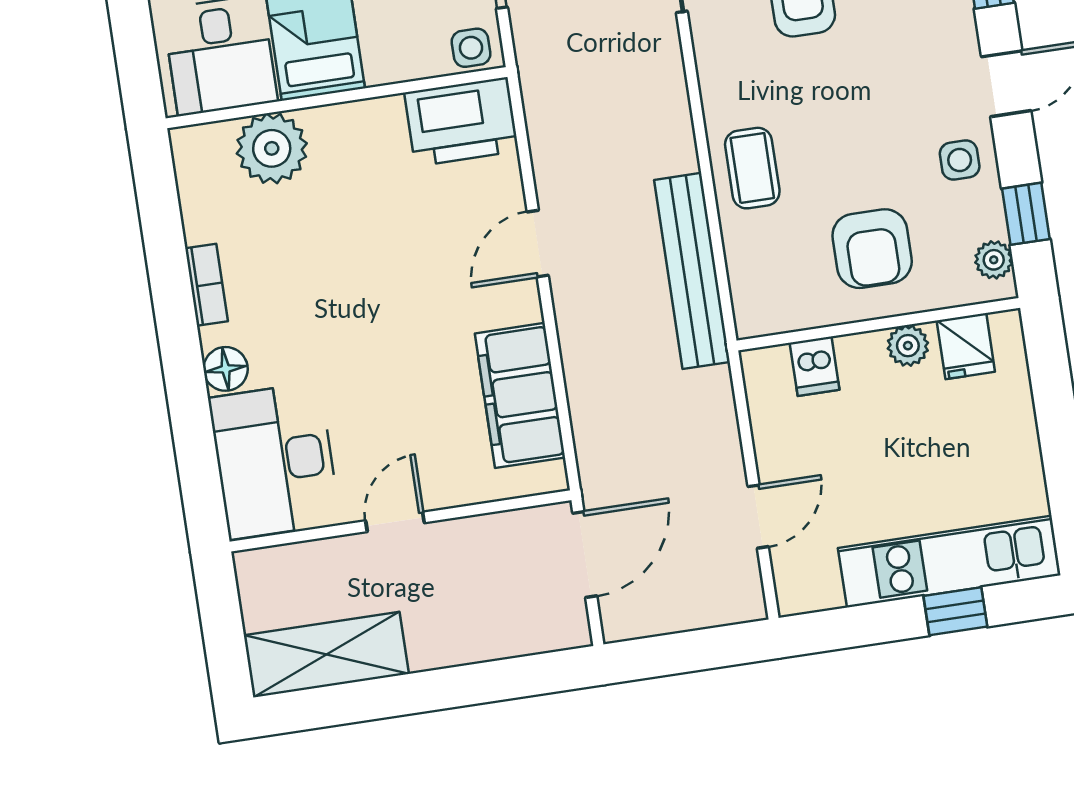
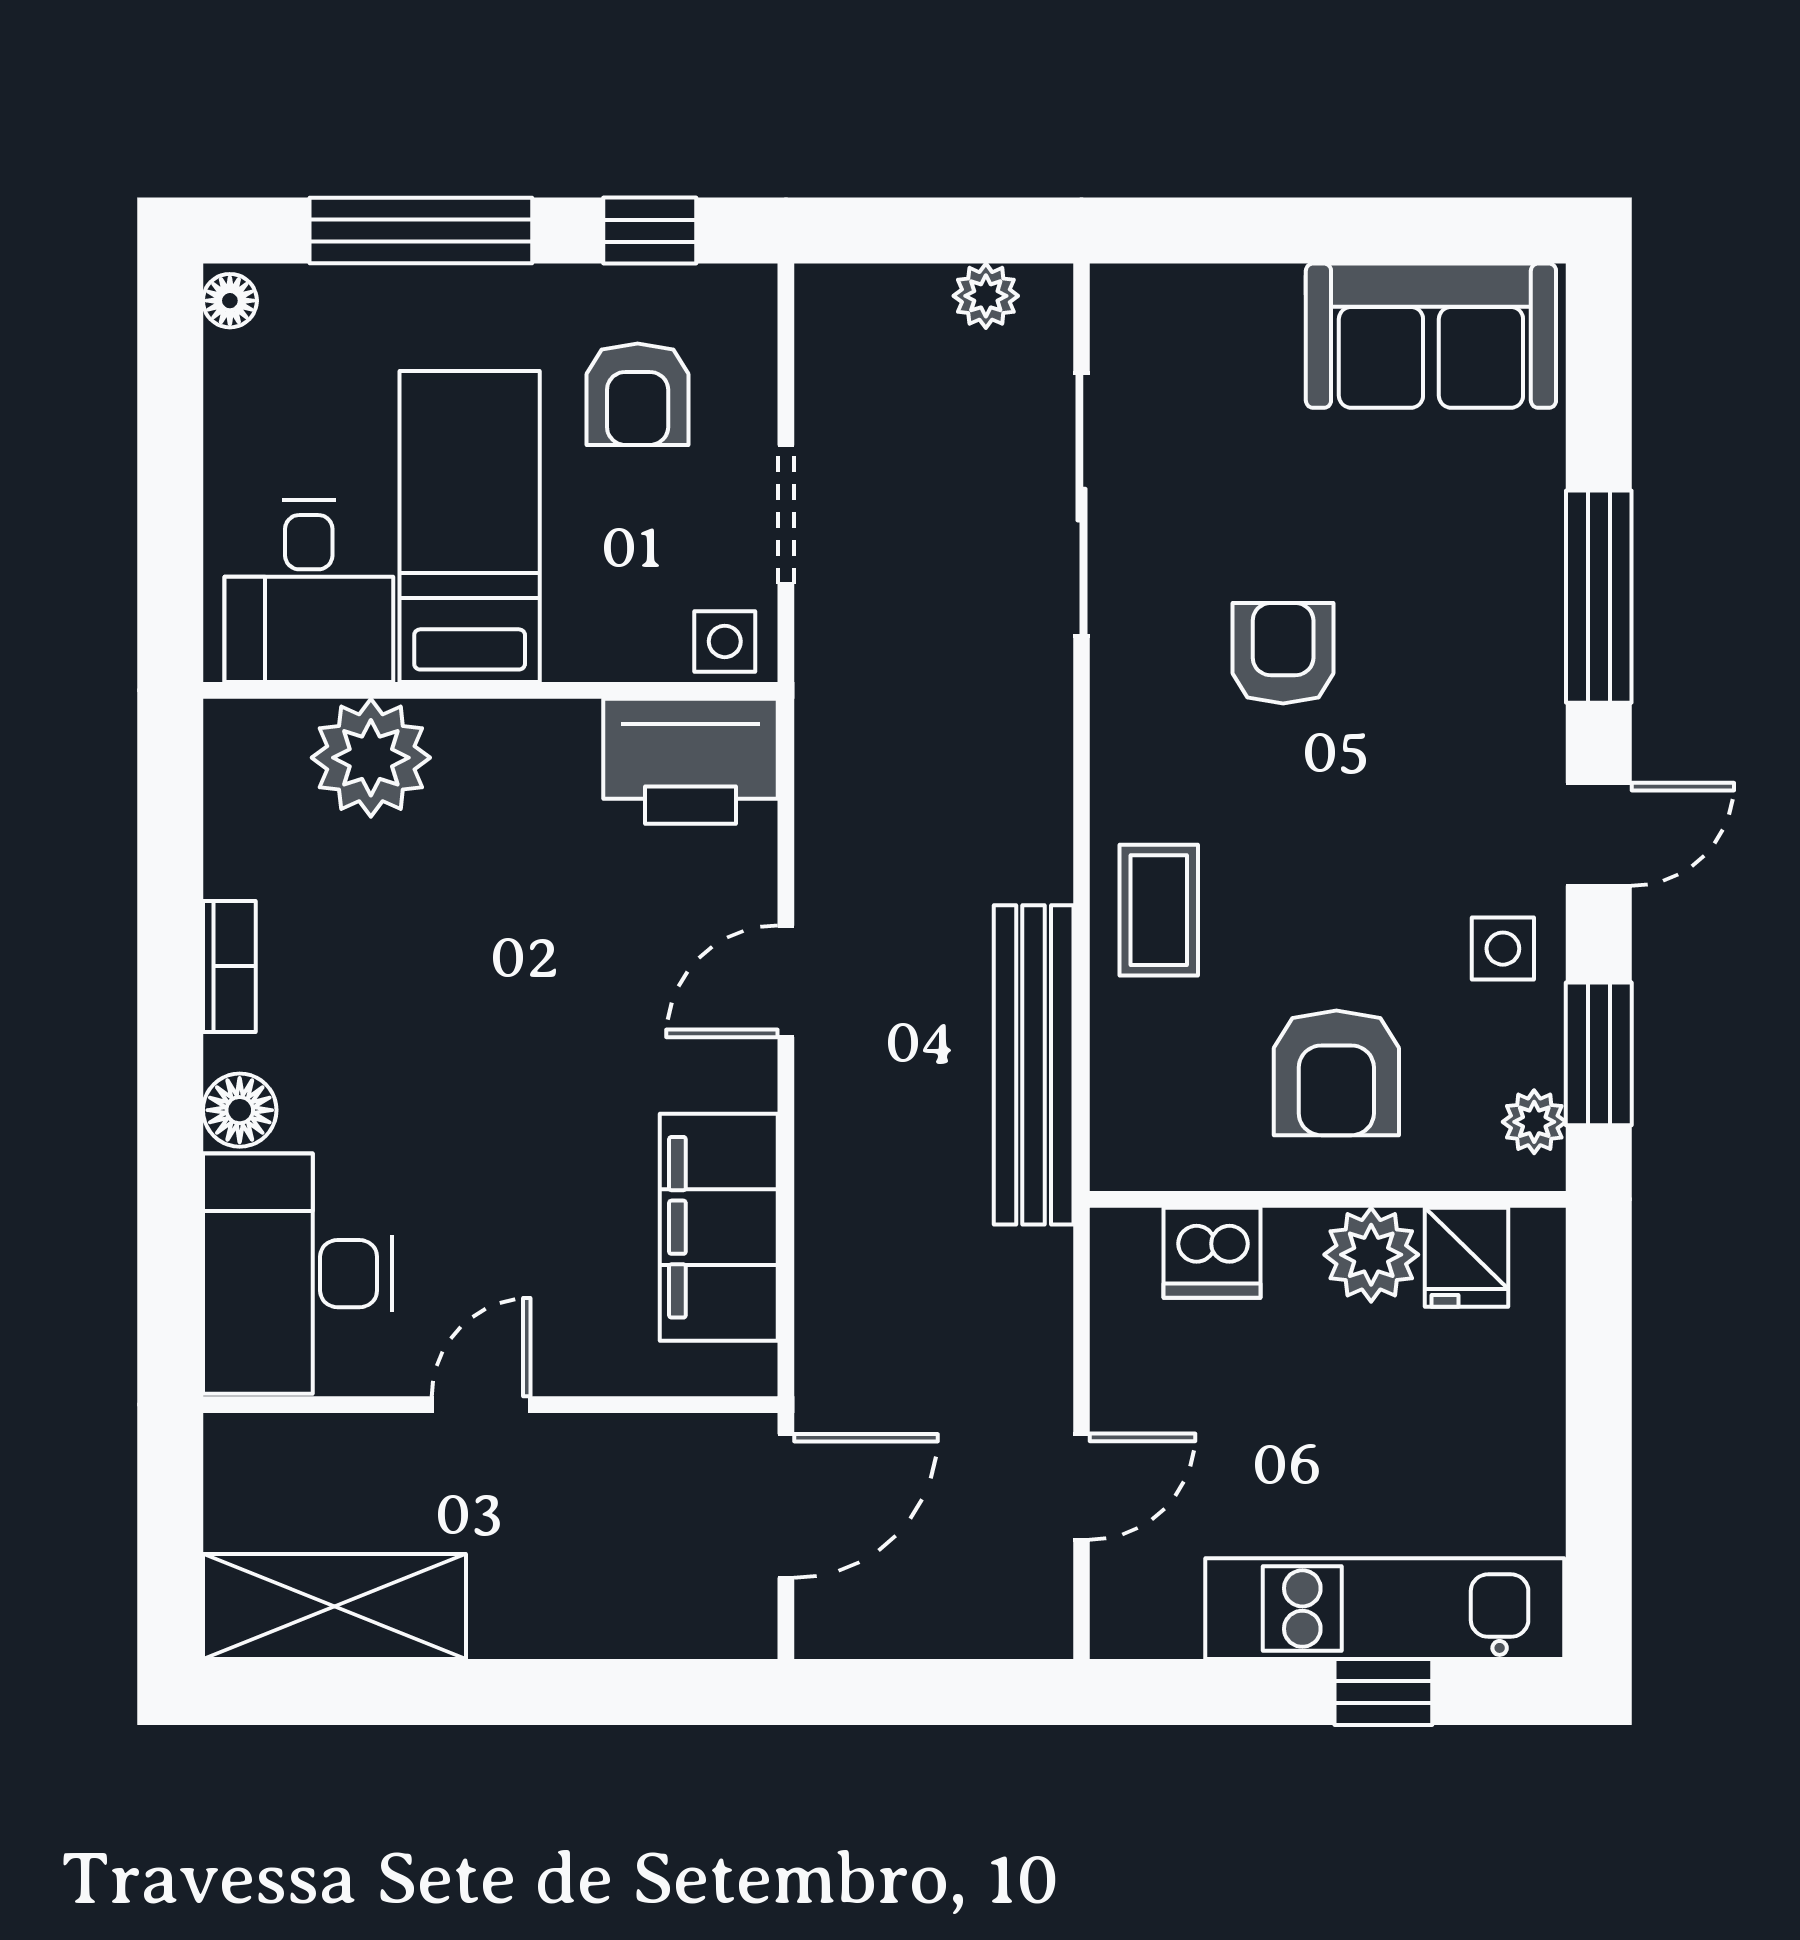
window: (1026, 214) -> (1599, 1054), width x1.50
plant: (908, 346) -> (1371, 1255), width x1.38, depth x1.38
dishwasher: (815, 366) -> (1212, 1253), width x1.38

